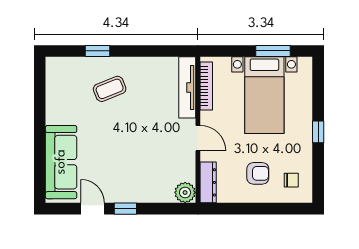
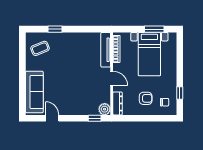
coffee table: (110, 89) -> (40, 48), moved
window: (318, 132) -> (180, 93), moved
window: (125, 209) -> (95, 118), moved

